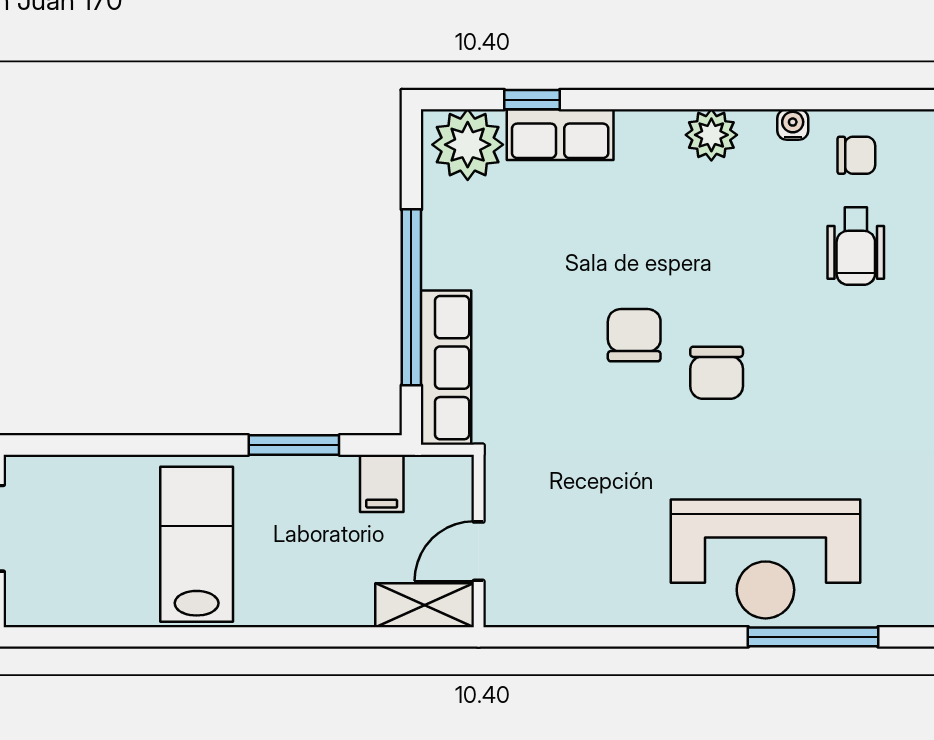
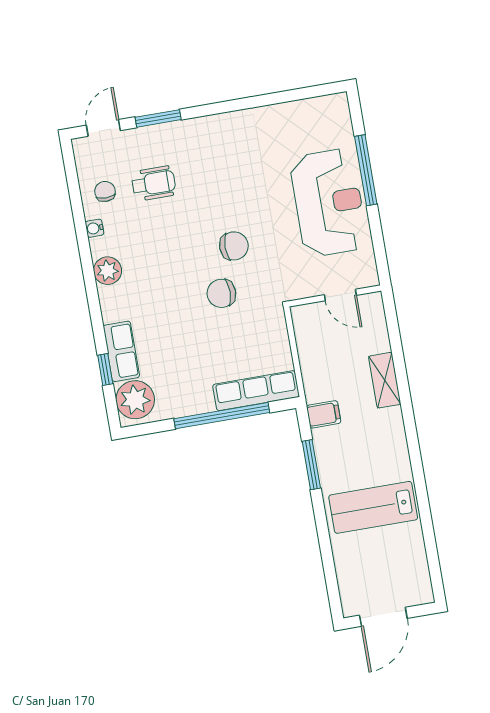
wall: (479, 541) -> (335, 296), moved
door: (479, 551) -> (340, 295), moved

